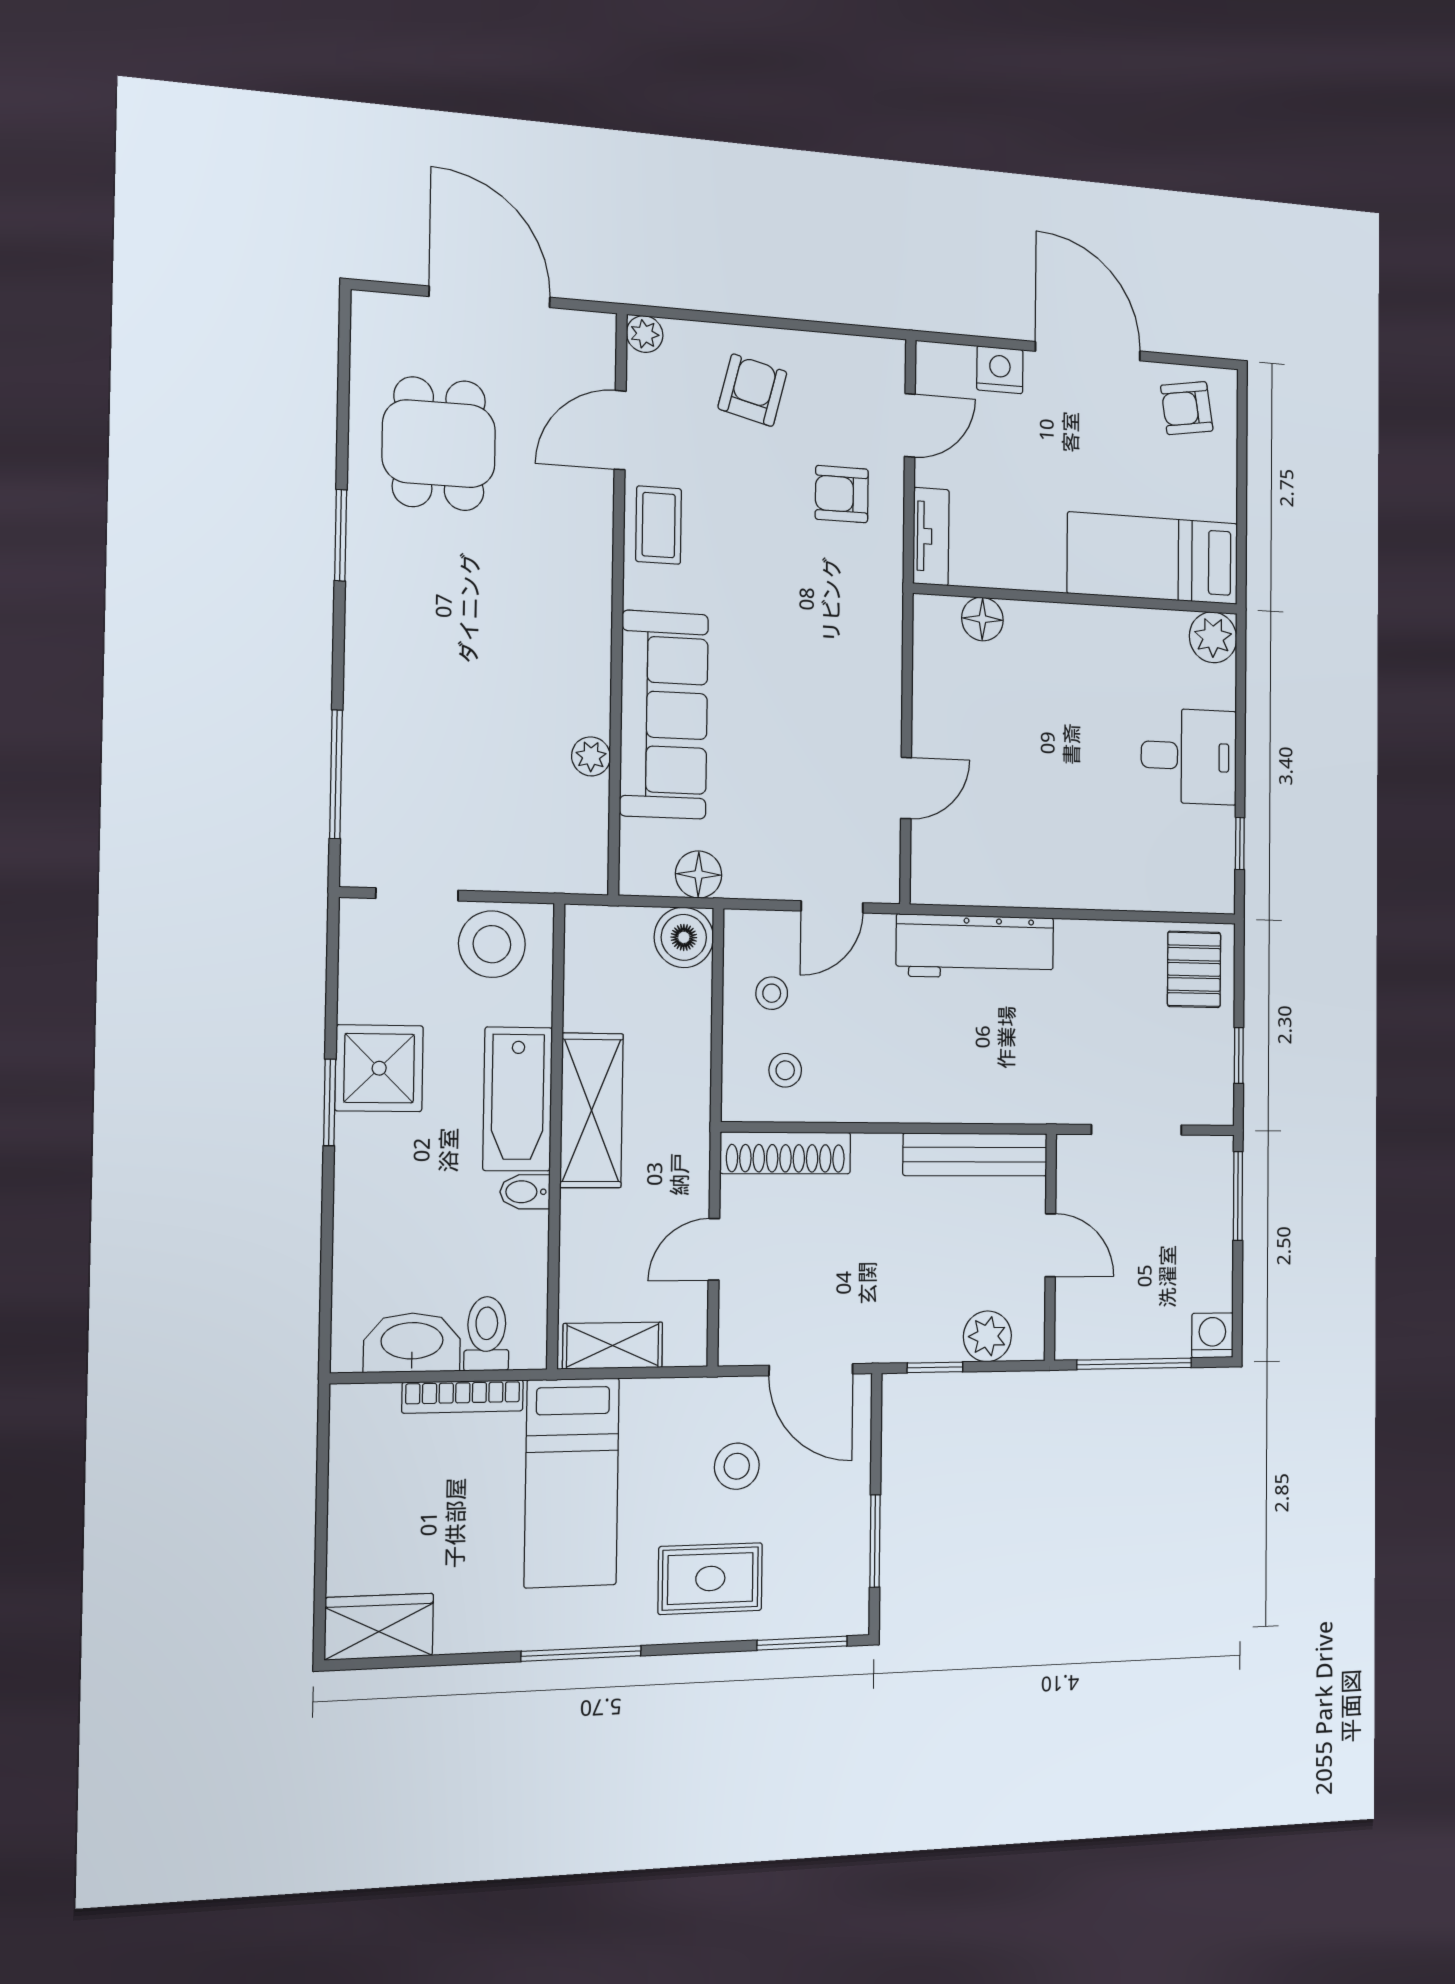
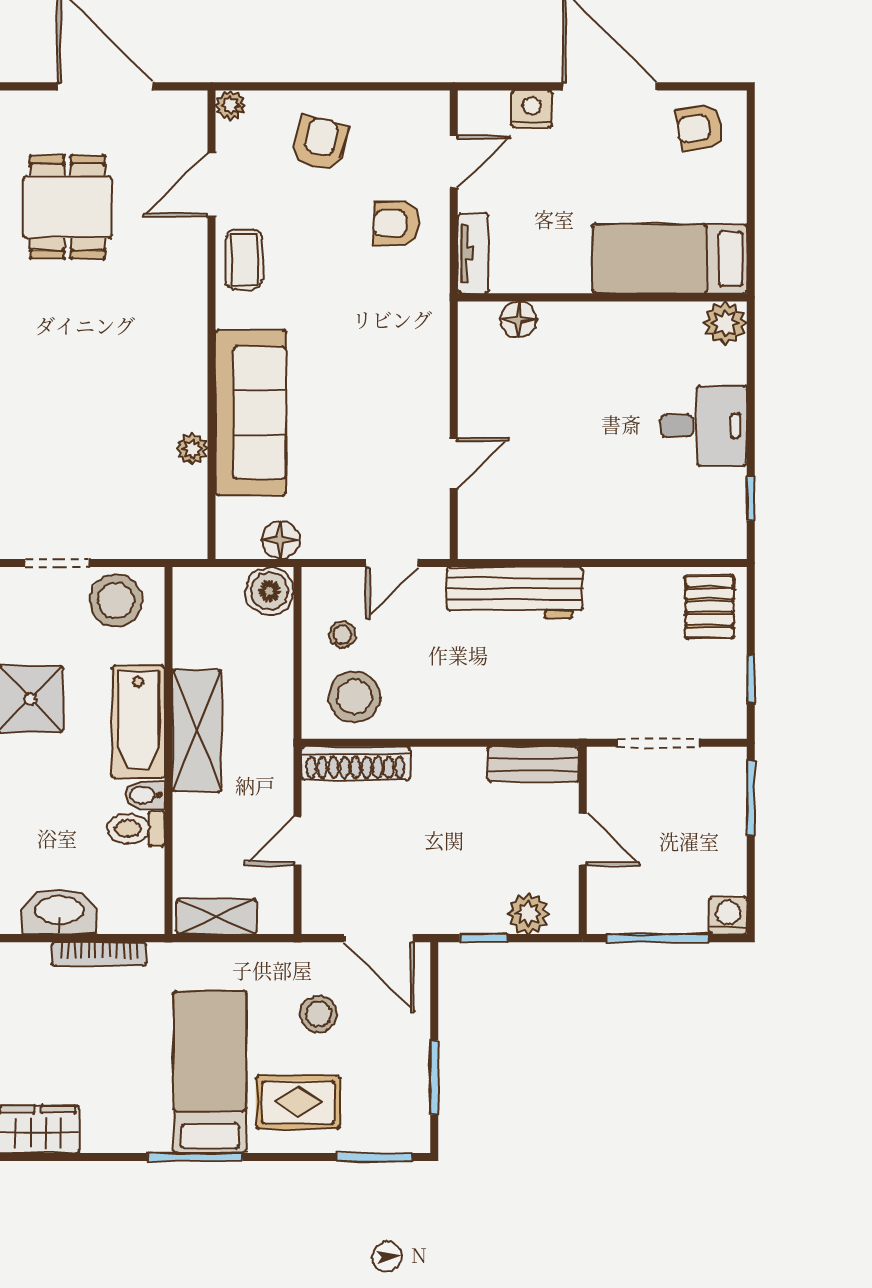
stool: (785, 1070) -> (354, 697), width x1.89, depth x1.89
bench: (975, 1155) -> (533, 764), width x0.73
toilet: (487, 1334) -> (136, 829), moved, turned -90
bed: (572, 1483) -> (210, 1072), moved, turned 180

